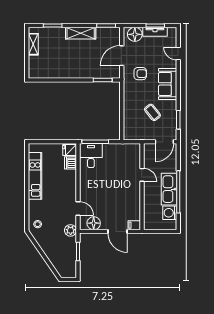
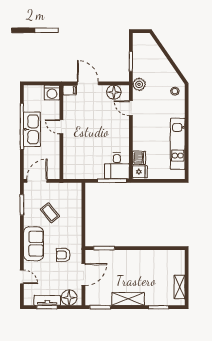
door: (142, 175) -> (61, 127), moved
washing machine: (170, 213) -> (52, 93), moved, turned 90

